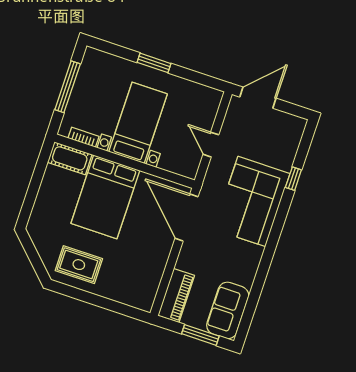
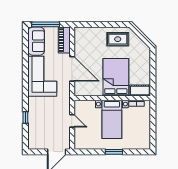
window: (68, 87) -> (153, 126), removed
corner sofa: (252, 201) -> (42, 76), moved
door: (186, 218) -> (72, 69), moved
window: (200, 335) -> (46, 24), width x1.44

